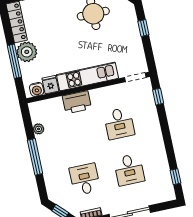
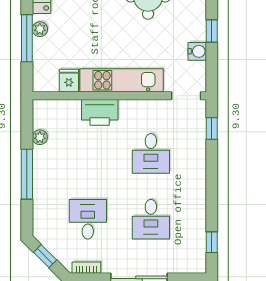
plant: (27, 52) -> (40, 29), width x0.53, depth x0.53
water cooler: (37, 89) -> (197, 51), moved, turned -90

